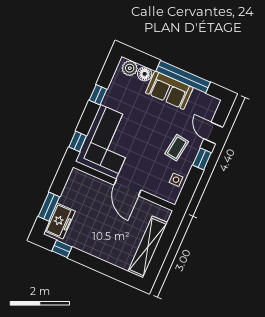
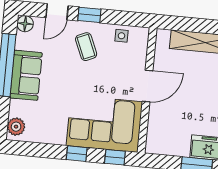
floor lamp: (145, 74) -> (25, 24), moved
window: (98, 95) -> (77, 154), moved
coffee table: (177, 148) -> (86, 47), turned 59

